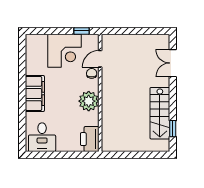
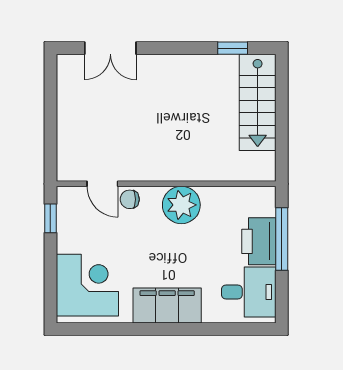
corner desk: (64, 51) -> (87, 285), moved
stairs: (160, 113) -> (258, 102), moved, turned 90
printer: (90, 139) -> (259, 241), moved, turned 90
window: (70, 155) -> (282, 239), added

